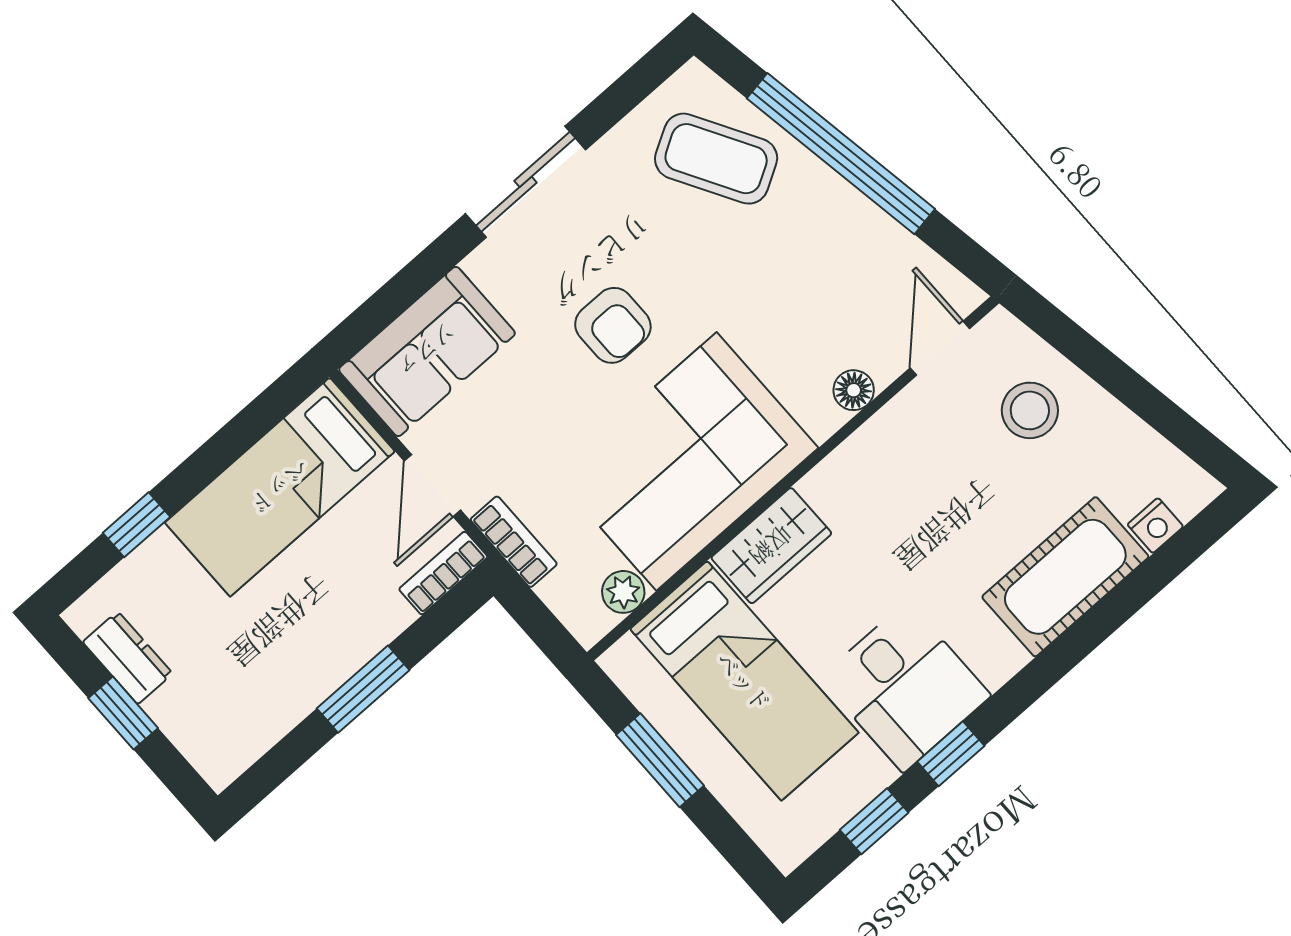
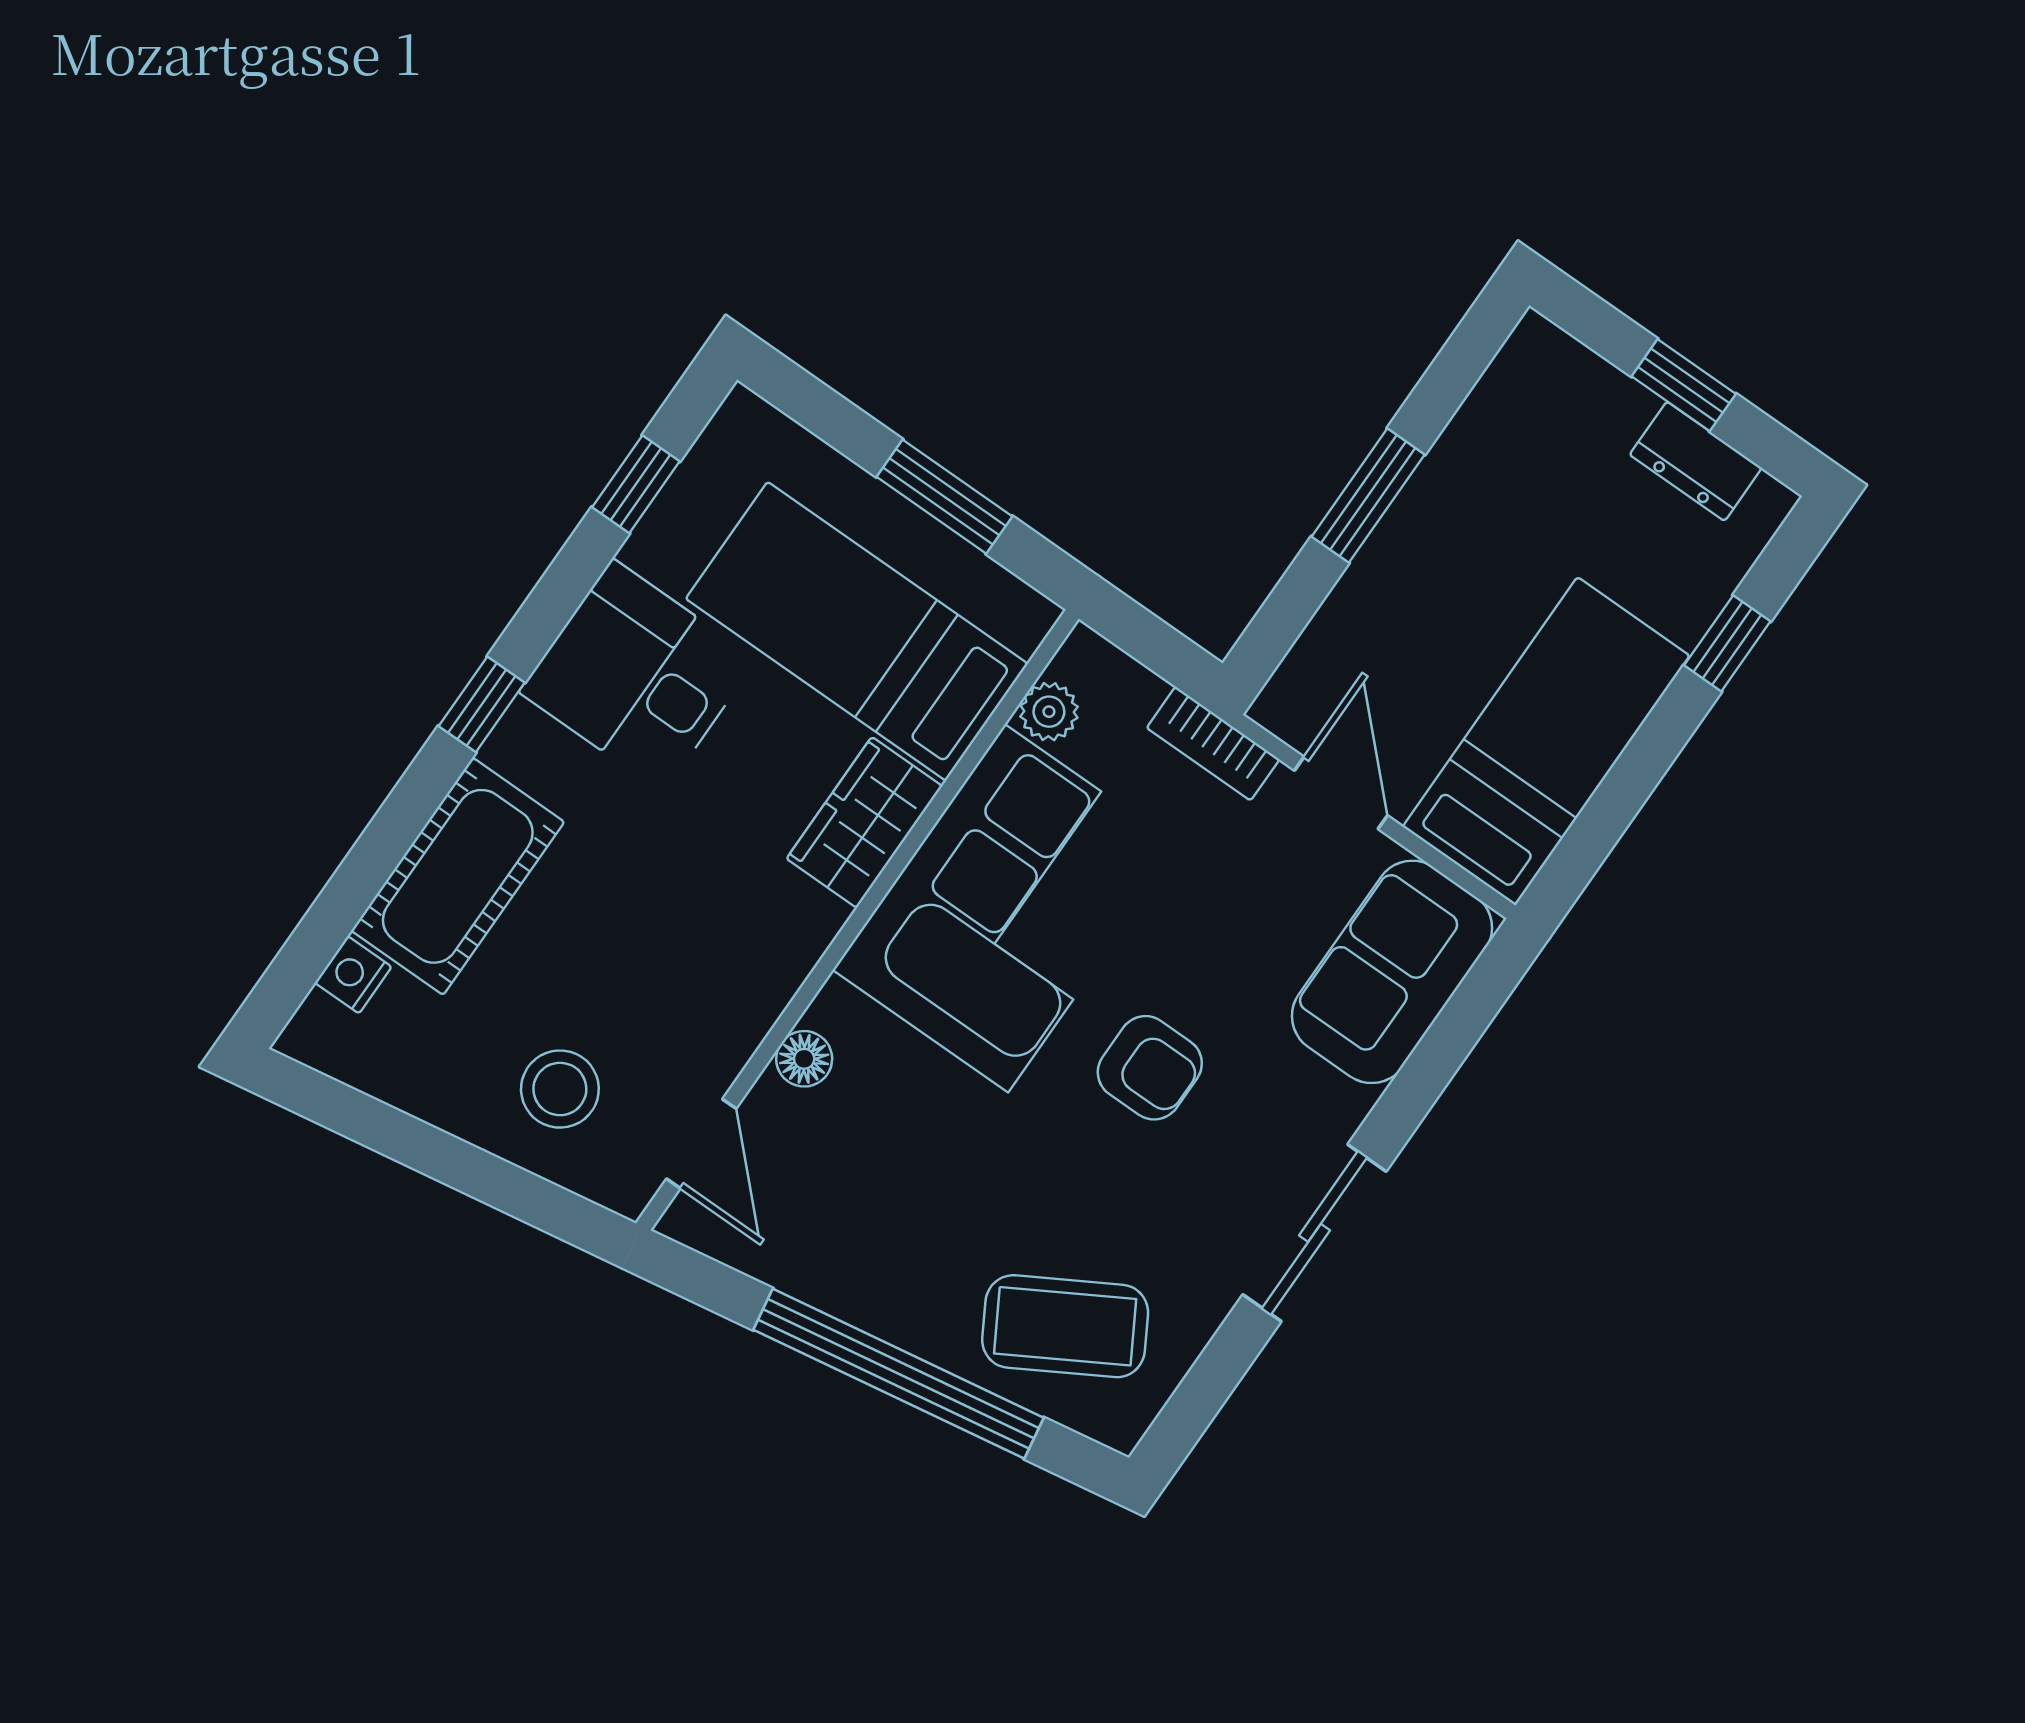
armchair: (613, 325) -> (1150, 1068), turned 180
bookcase: (443, 573) -> (1298, 678), removed
window: (951, 754) -> (482, 704), moved

